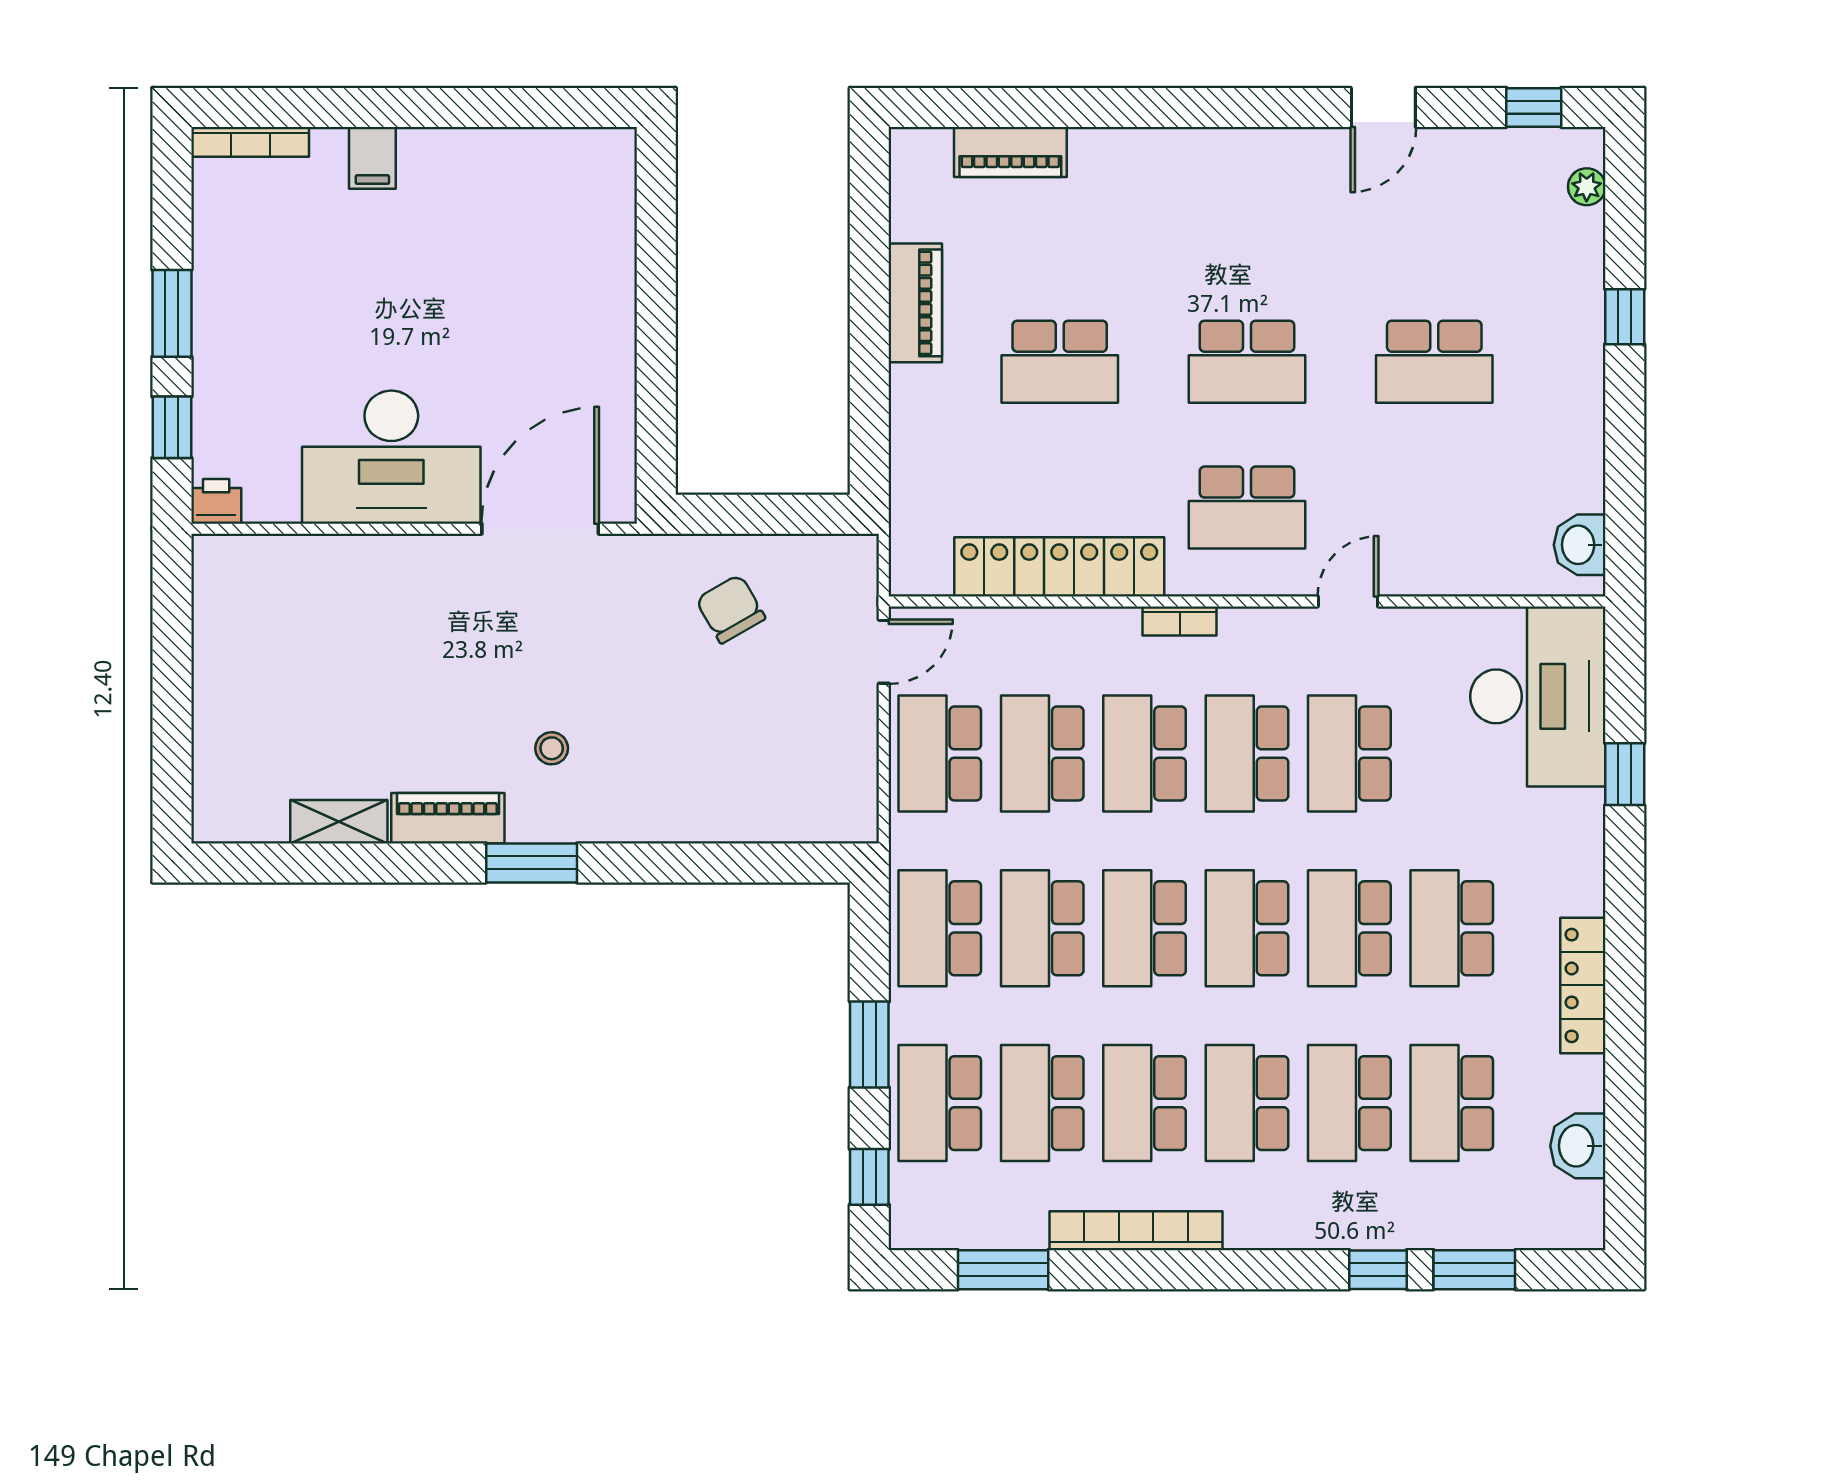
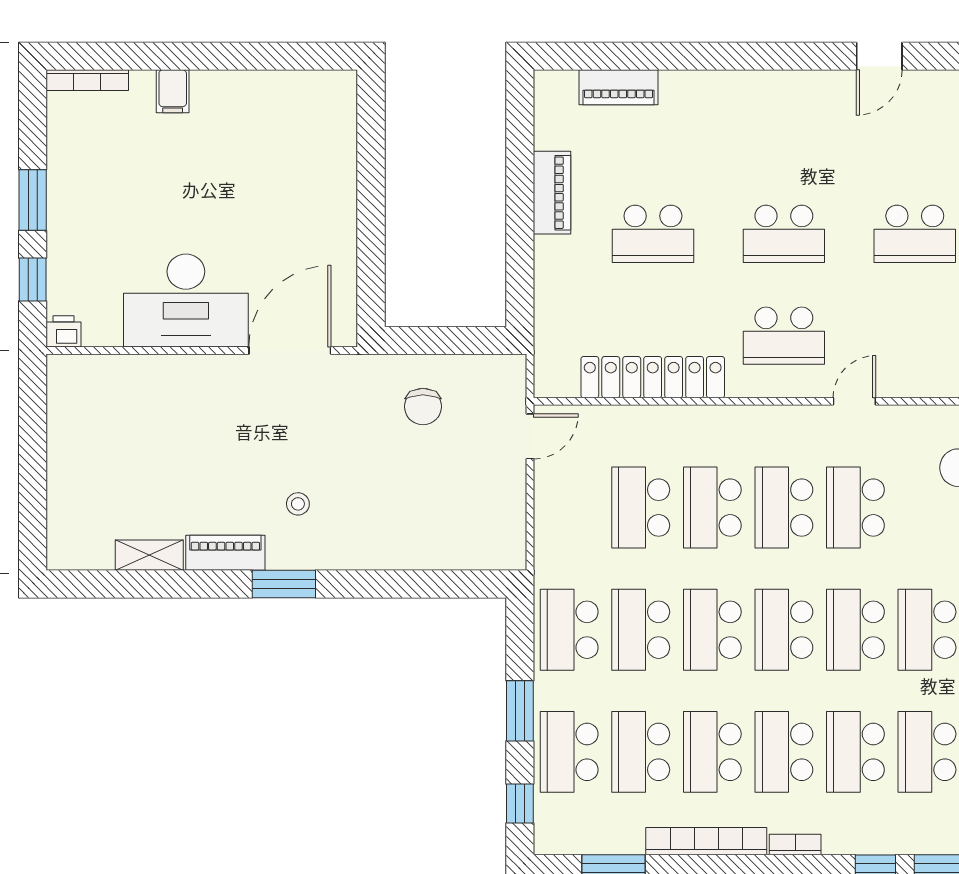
chair: (731, 609) -> (423, 407), turned -150
bookcase: (1180, 621) -> (795, 844), moved, turned 180
school desk: (940, 753) -> (569, 508), removed

